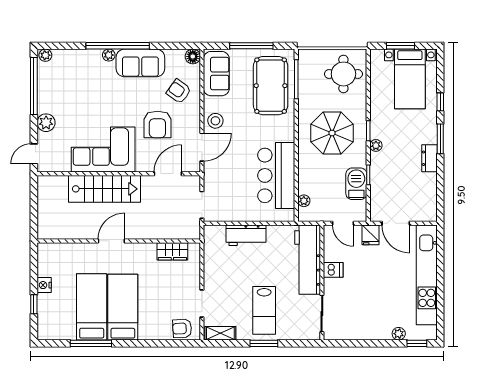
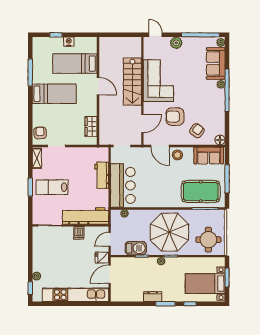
sofa: (140, 63) -> (216, 63), moved
parasol: (332, 133) -> (169, 232), width x1.36, depth x1.36
door: (168, 174) -> (142, 123), hinge flipped
bar counter: (276, 175) -> (123, 185), moved, turned 90
bed: (92, 307) -> (75, 64), moved, turned 180

